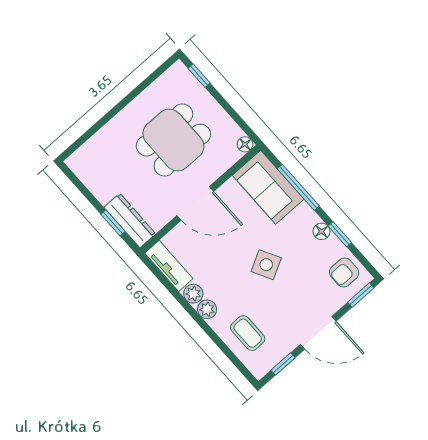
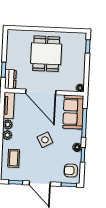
dining table: (173, 140) -> (46, 54), moved, turned 90
door: (195, 203) -> (41, 92), width x1.36
dresser: (130, 221) -> (10, 79), width x0.70

